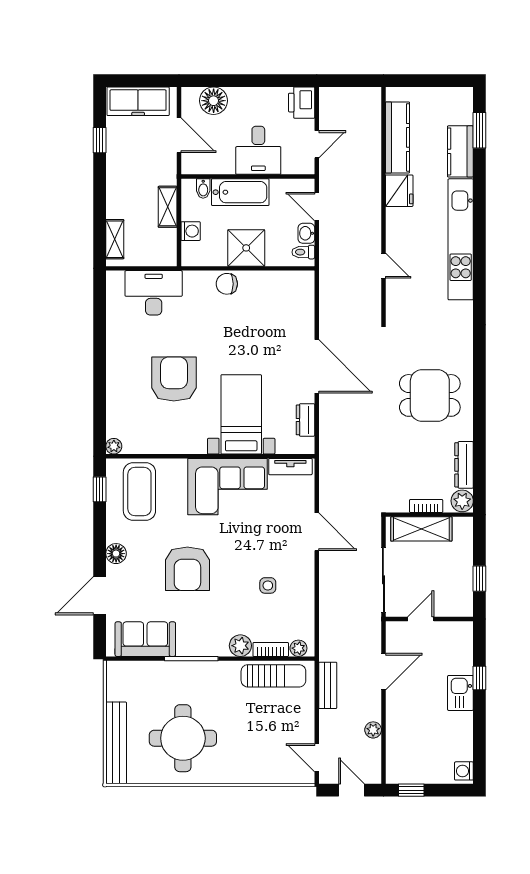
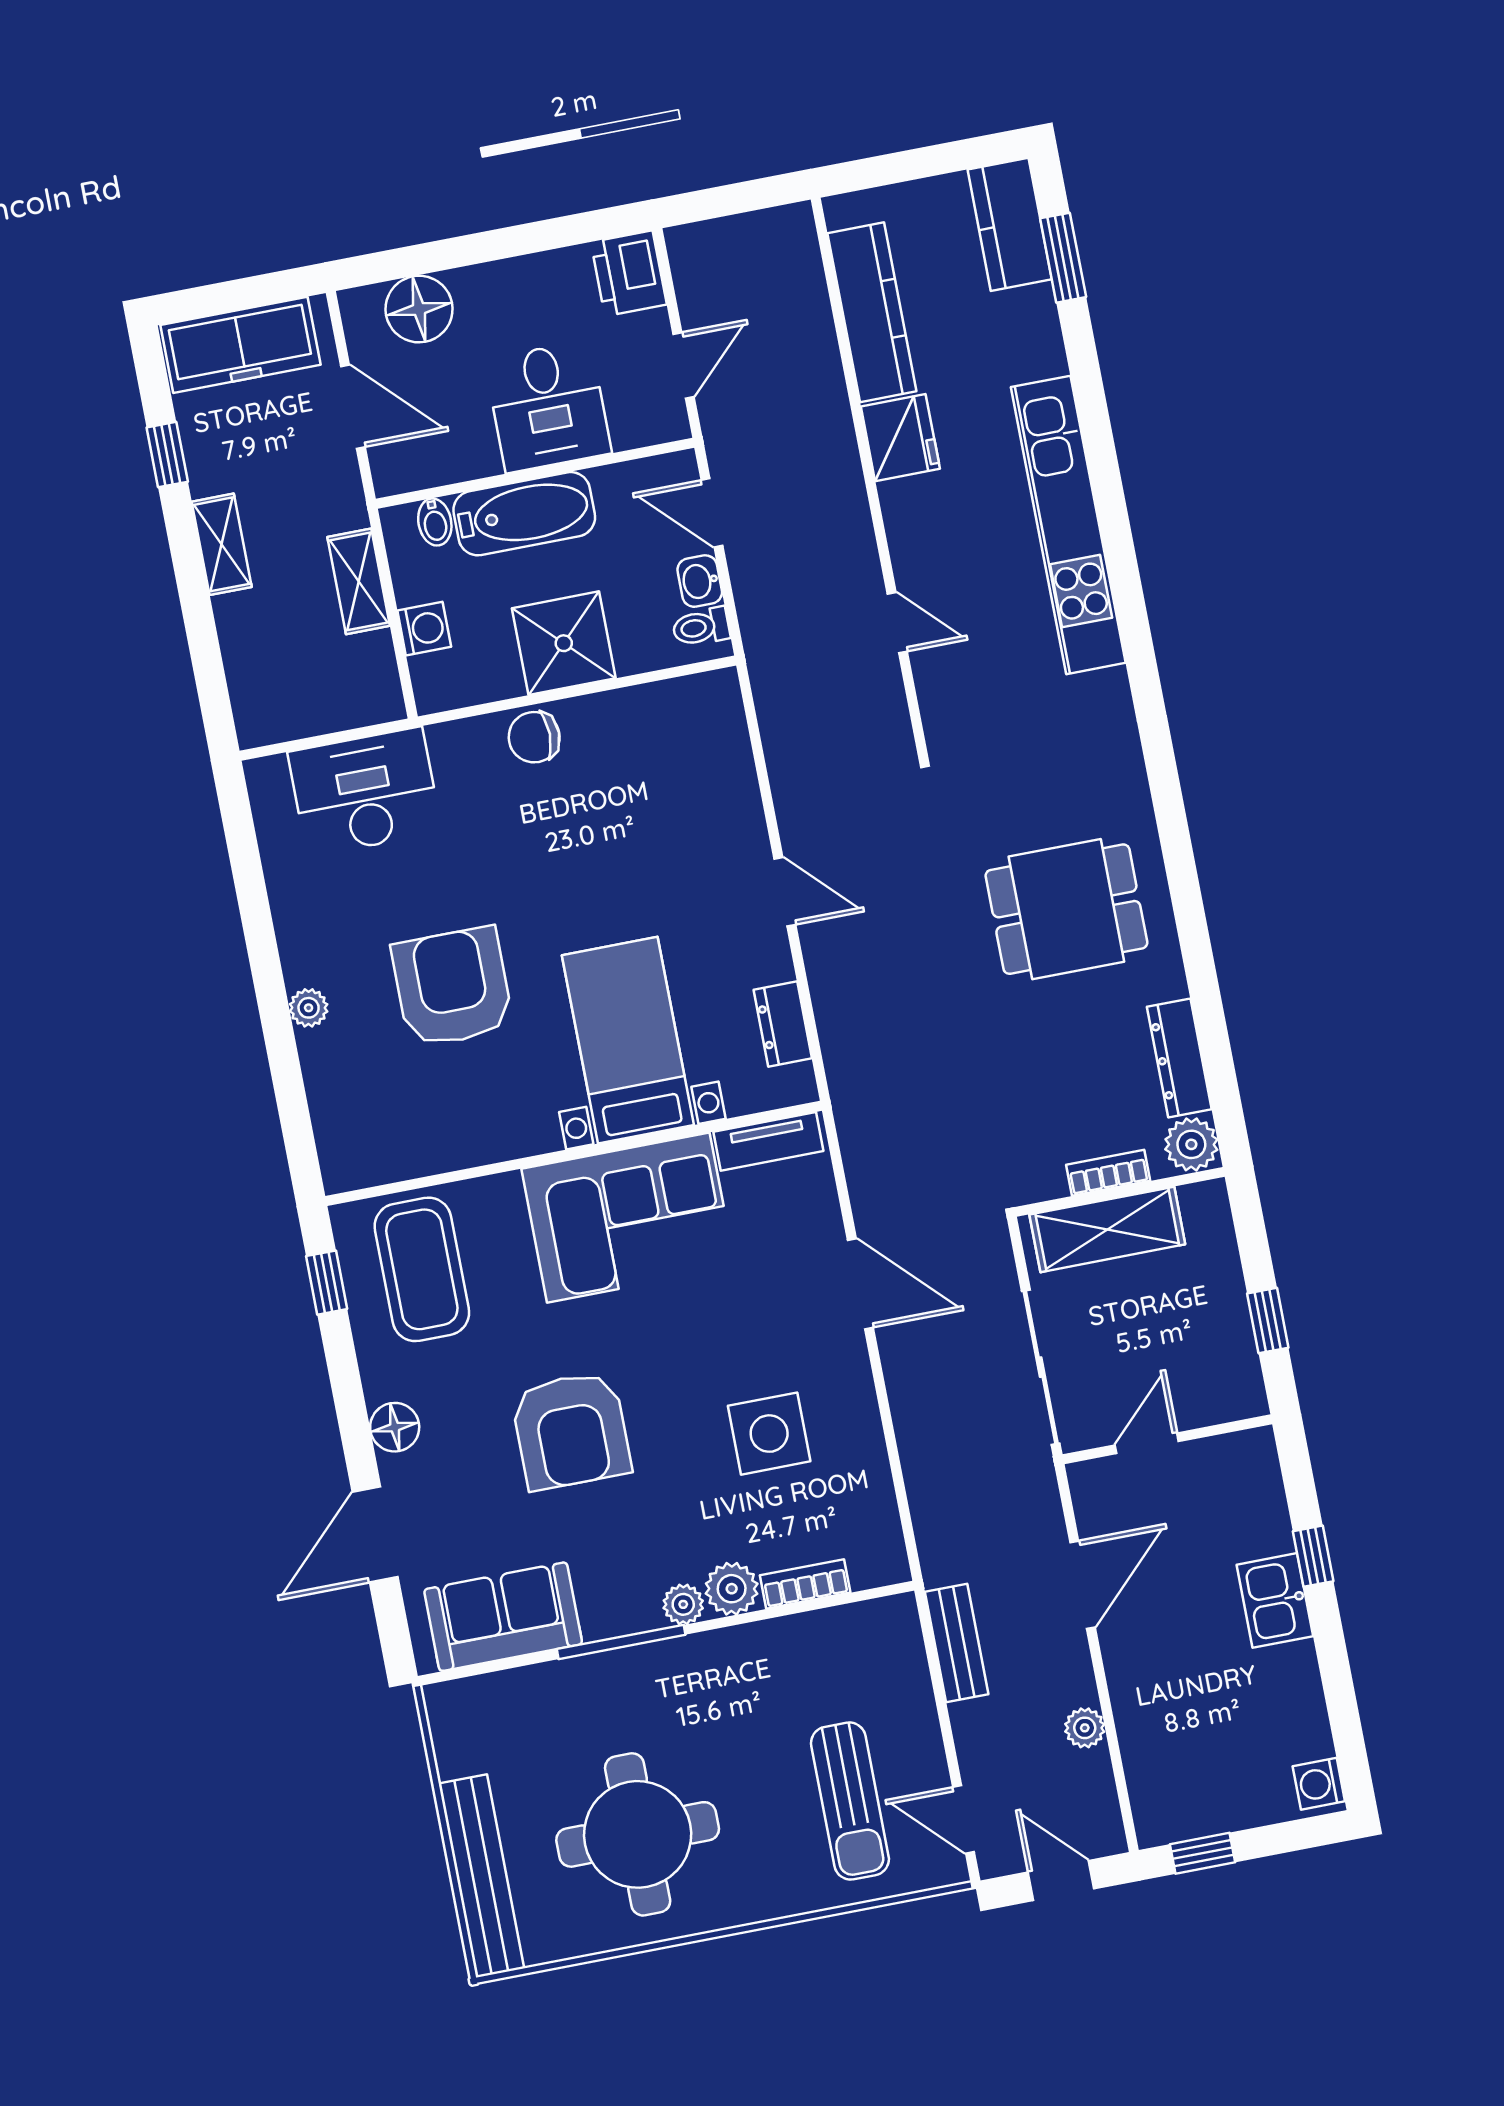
kitchen counter: (460, 151) -> (1010, 224), moved
shelving: (115, 239) -> (222, 544), moved
door: (317, 366) -> (785, 892), width x0.53
plant: (114, 446) -> (309, 1008), moved
side table: (268, 585) -> (769, 1434), width x1.87, depth x1.87
plant: (298, 648) -> (683, 1604), moved
sun lounger: (273, 676) -> (850, 1801), moved, turned 90

